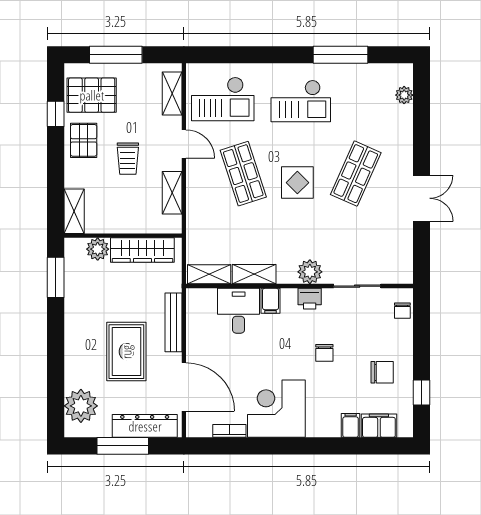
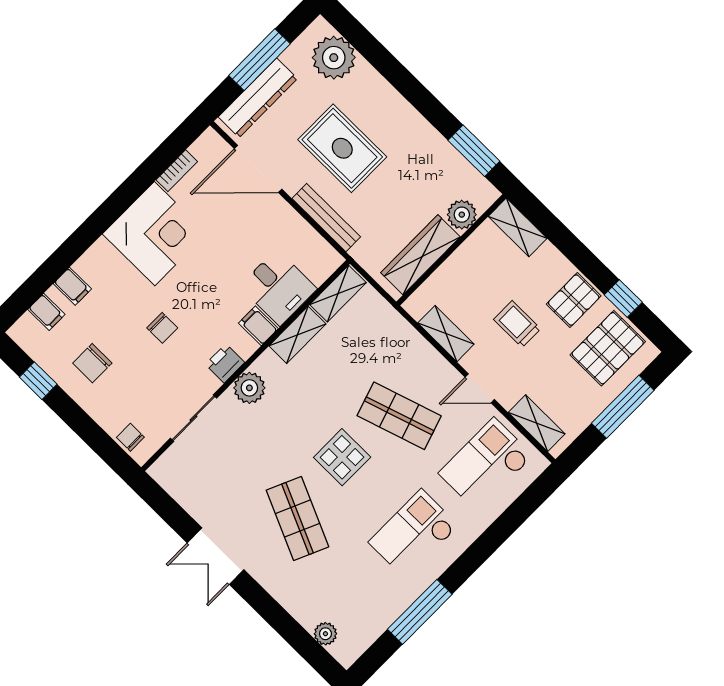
pallet: (84, 140) -> (574, 300), turned 90
chair: (324, 353) -> (162, 328), turned 180
filing cabinet: (379, 426) -> (46, 312), width x0.50

